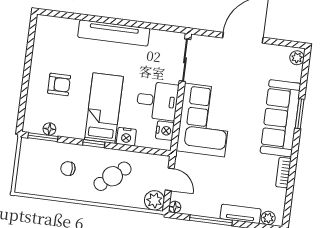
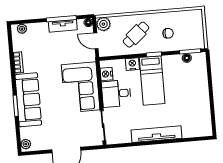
armchair: (59, 84) -> (187, 90), removed
tv unit: (240, 214) -> (63, 26), moved

